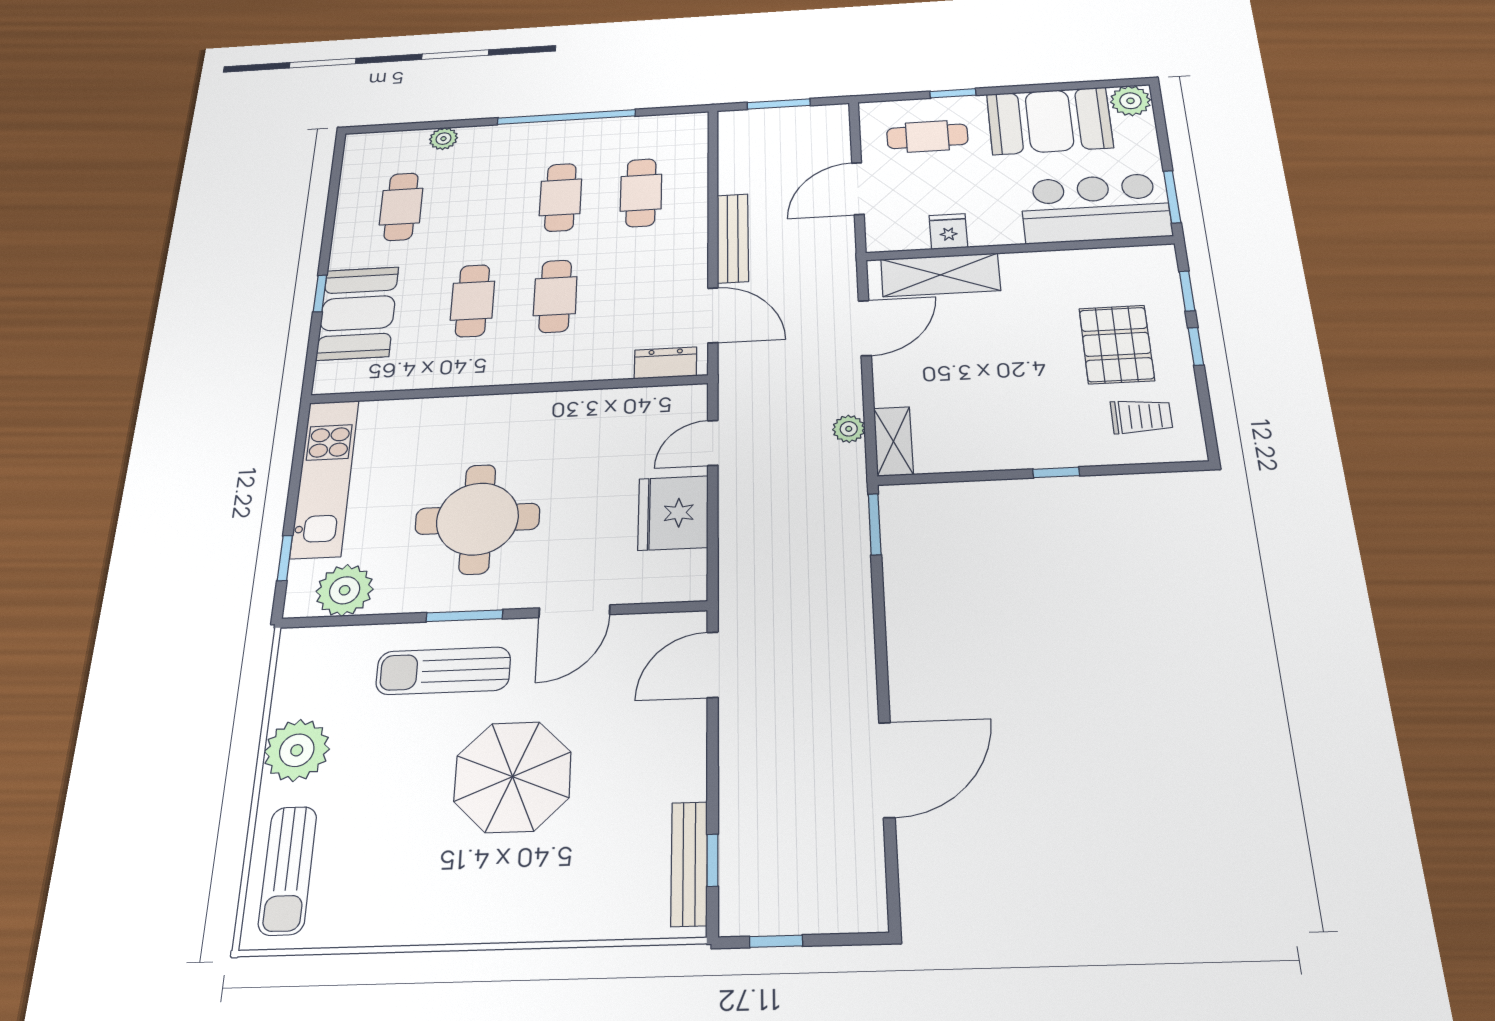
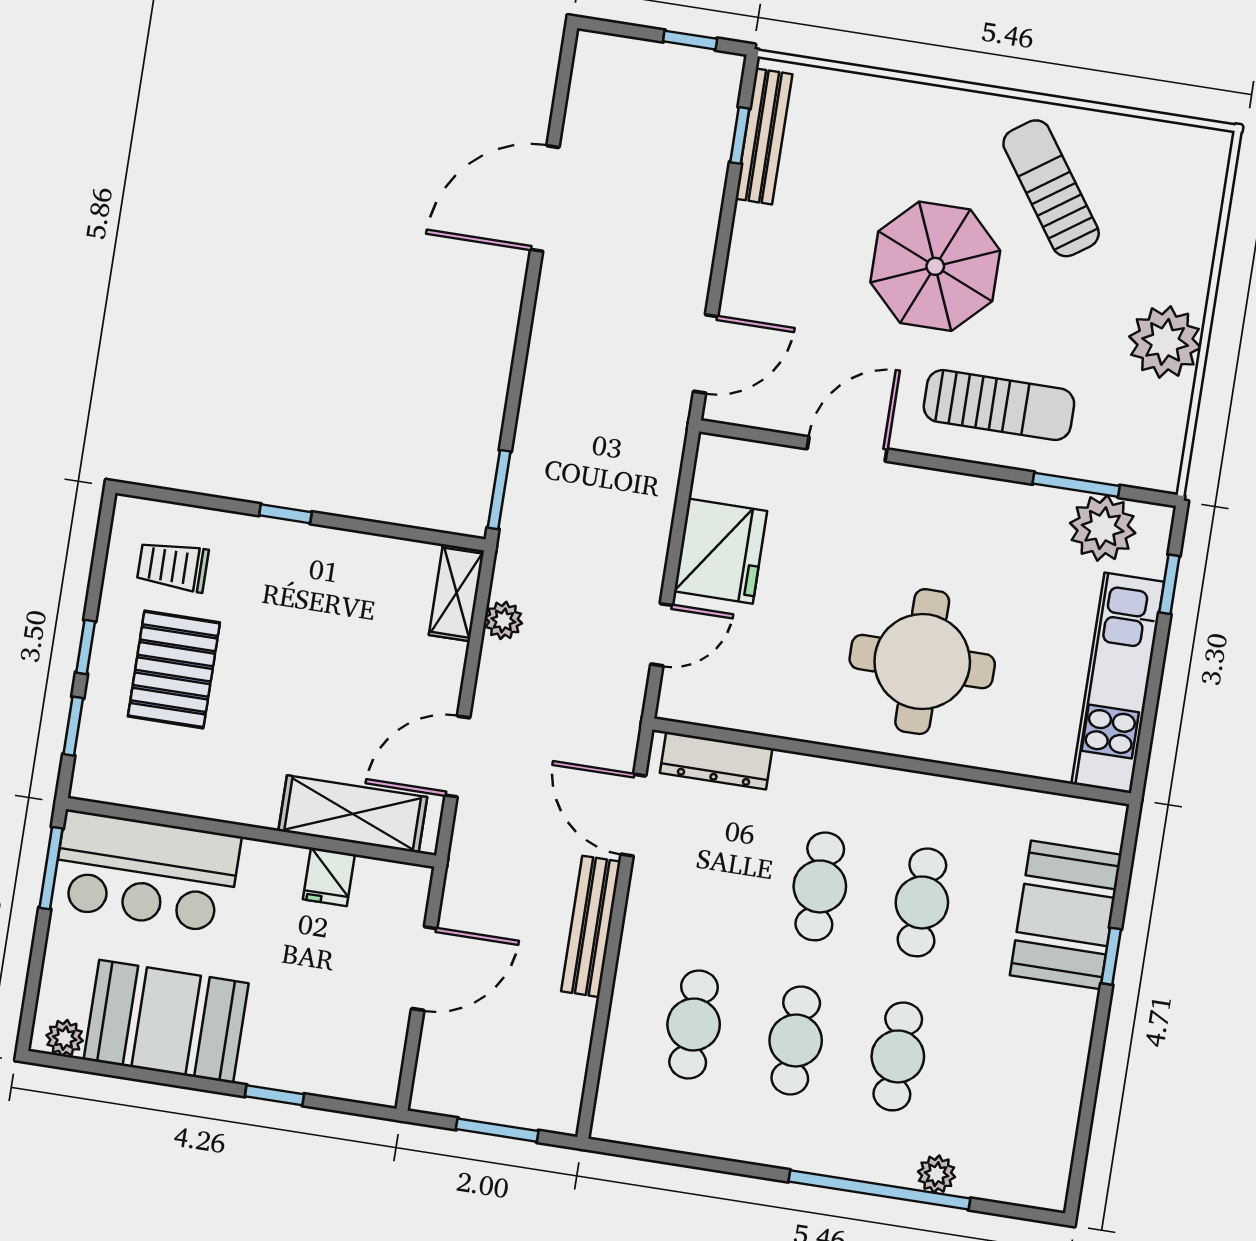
plant: (1130, 101) -> (65, 1038), width x0.73, depth x0.73
window: (566, 117) -> (879, 1190), moved
cafe table: (927, 136) -> (322, 1032), removed
cafe table: (401, 207) -> (898, 1056), moved
dresser: (665, 363) -> (716, 761), width x1.44
round table: (477, 519) -> (922, 662), moved
window: (464, 616) -> (1076, 485), moved
sun lounger: (288, 870) -> (1051, 188), moved, turned -35

